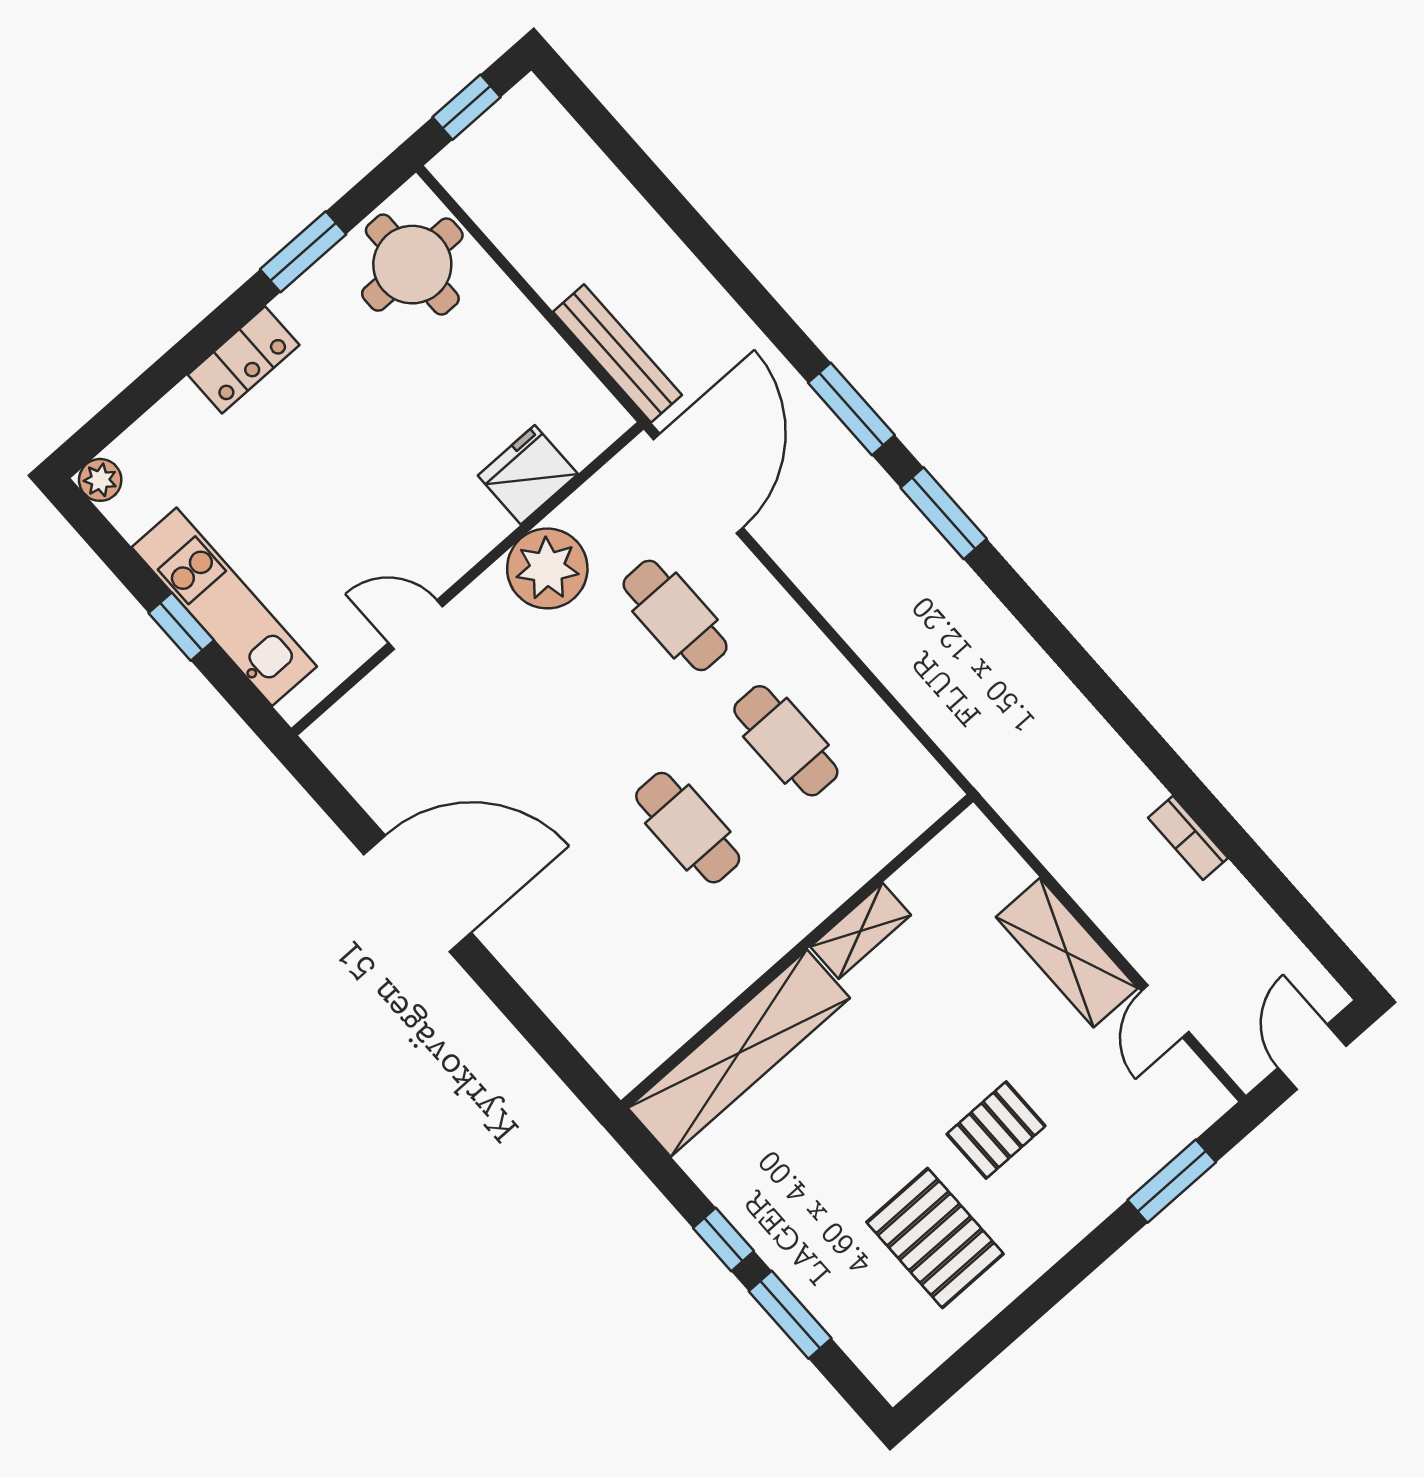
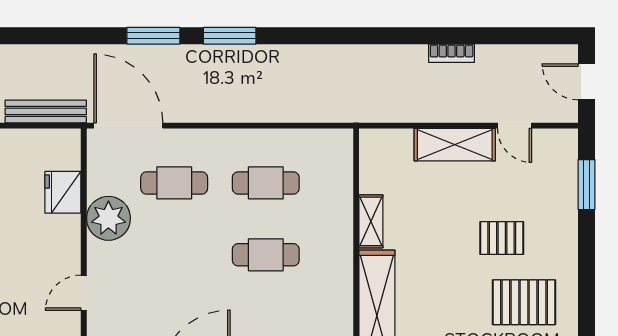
pallet: (996, 1130) -> (502, 238), turned 90

